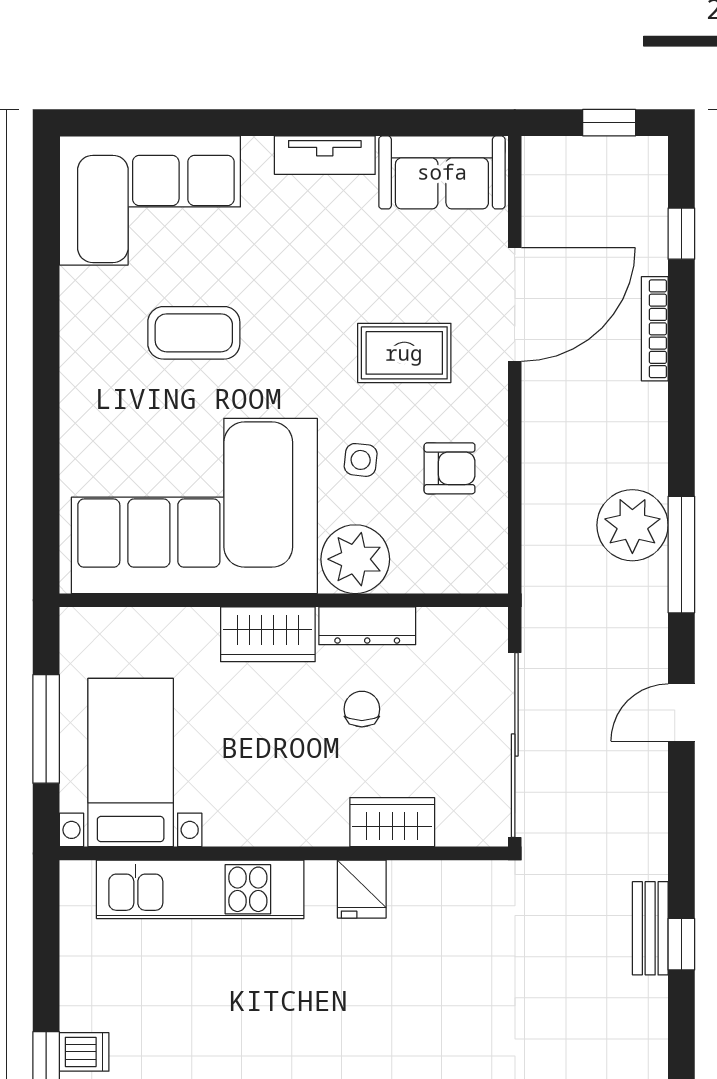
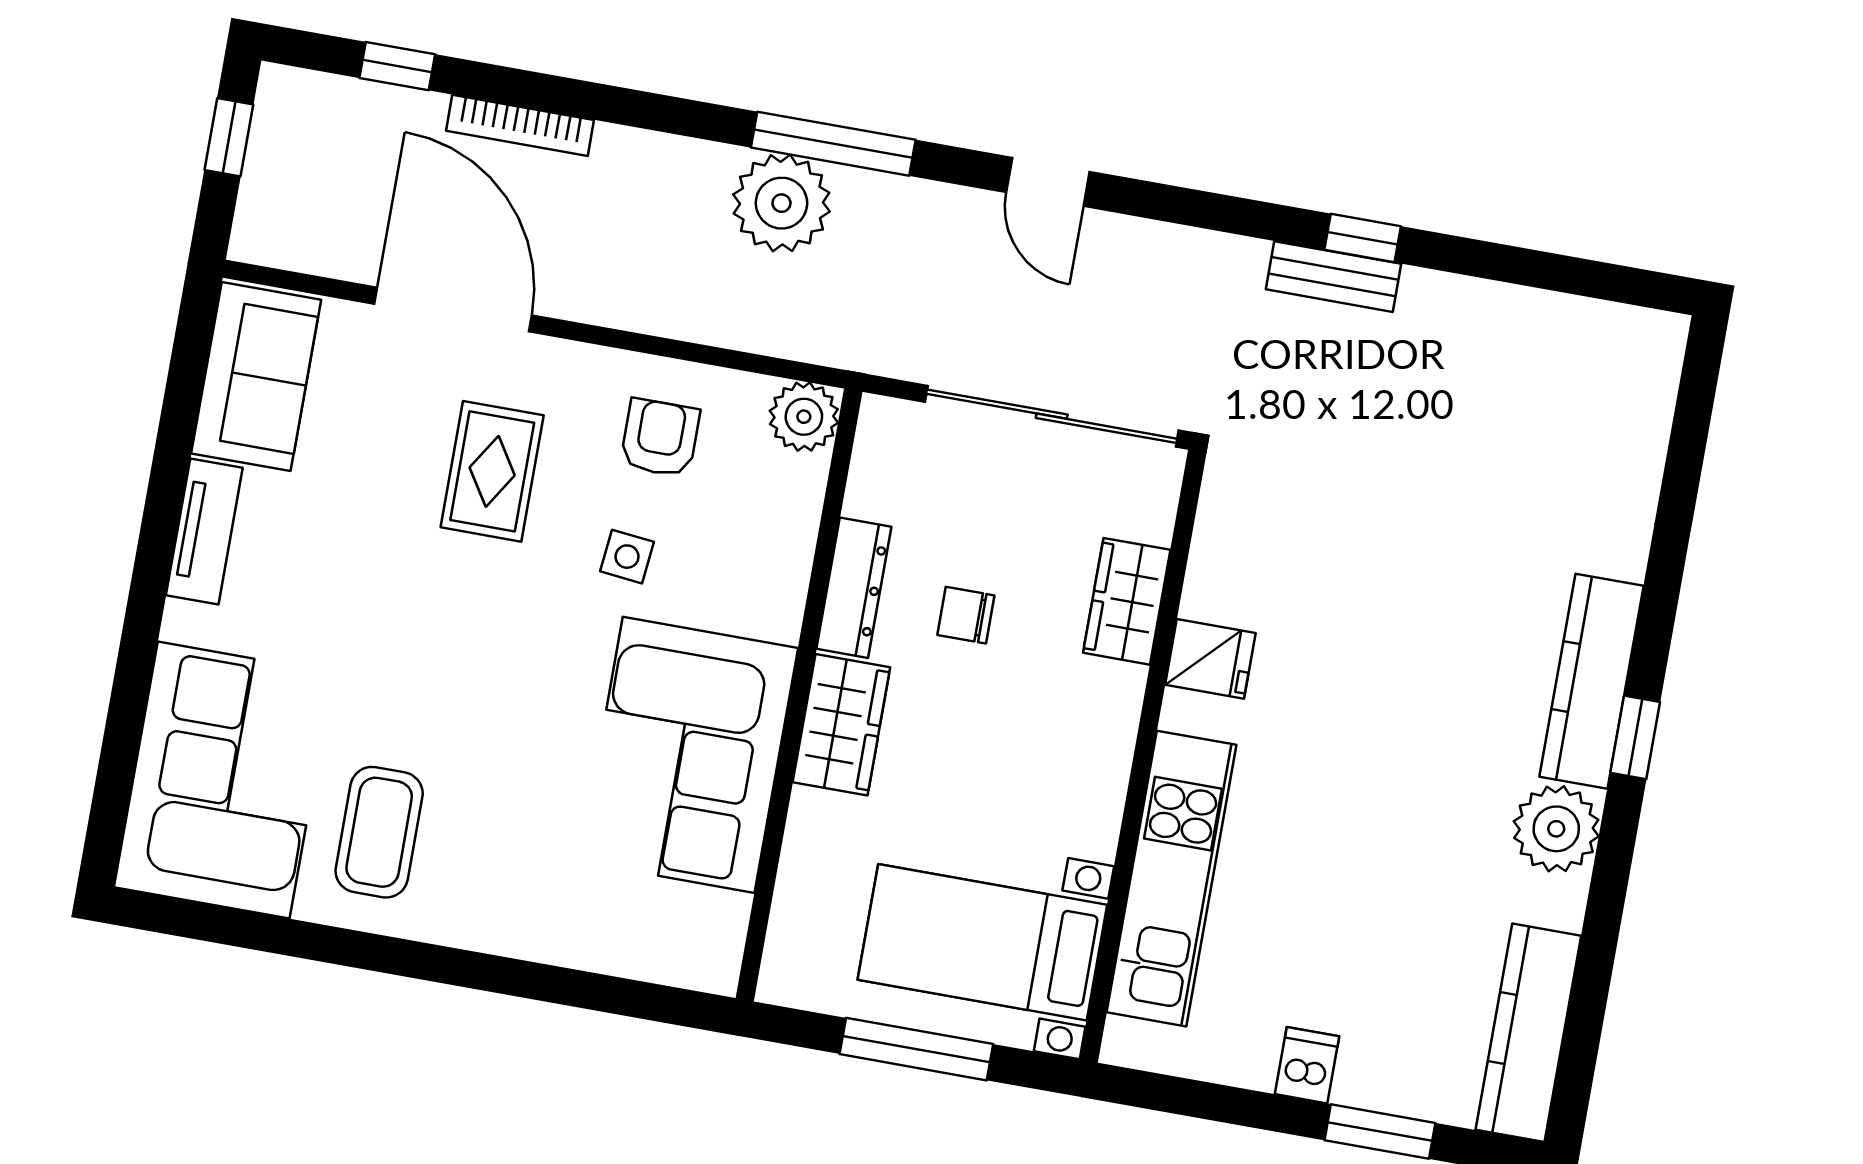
coffee table: (194, 333) -> (379, 832), moved
corner sofa: (194, 506) -> (689, 755), width x0.73, depth x0.74
plant: (355, 559) -> (804, 417), moved, width x0.73, depth x0.73
dishwasher: (84, 1052) -> (1307, 1065), moved

